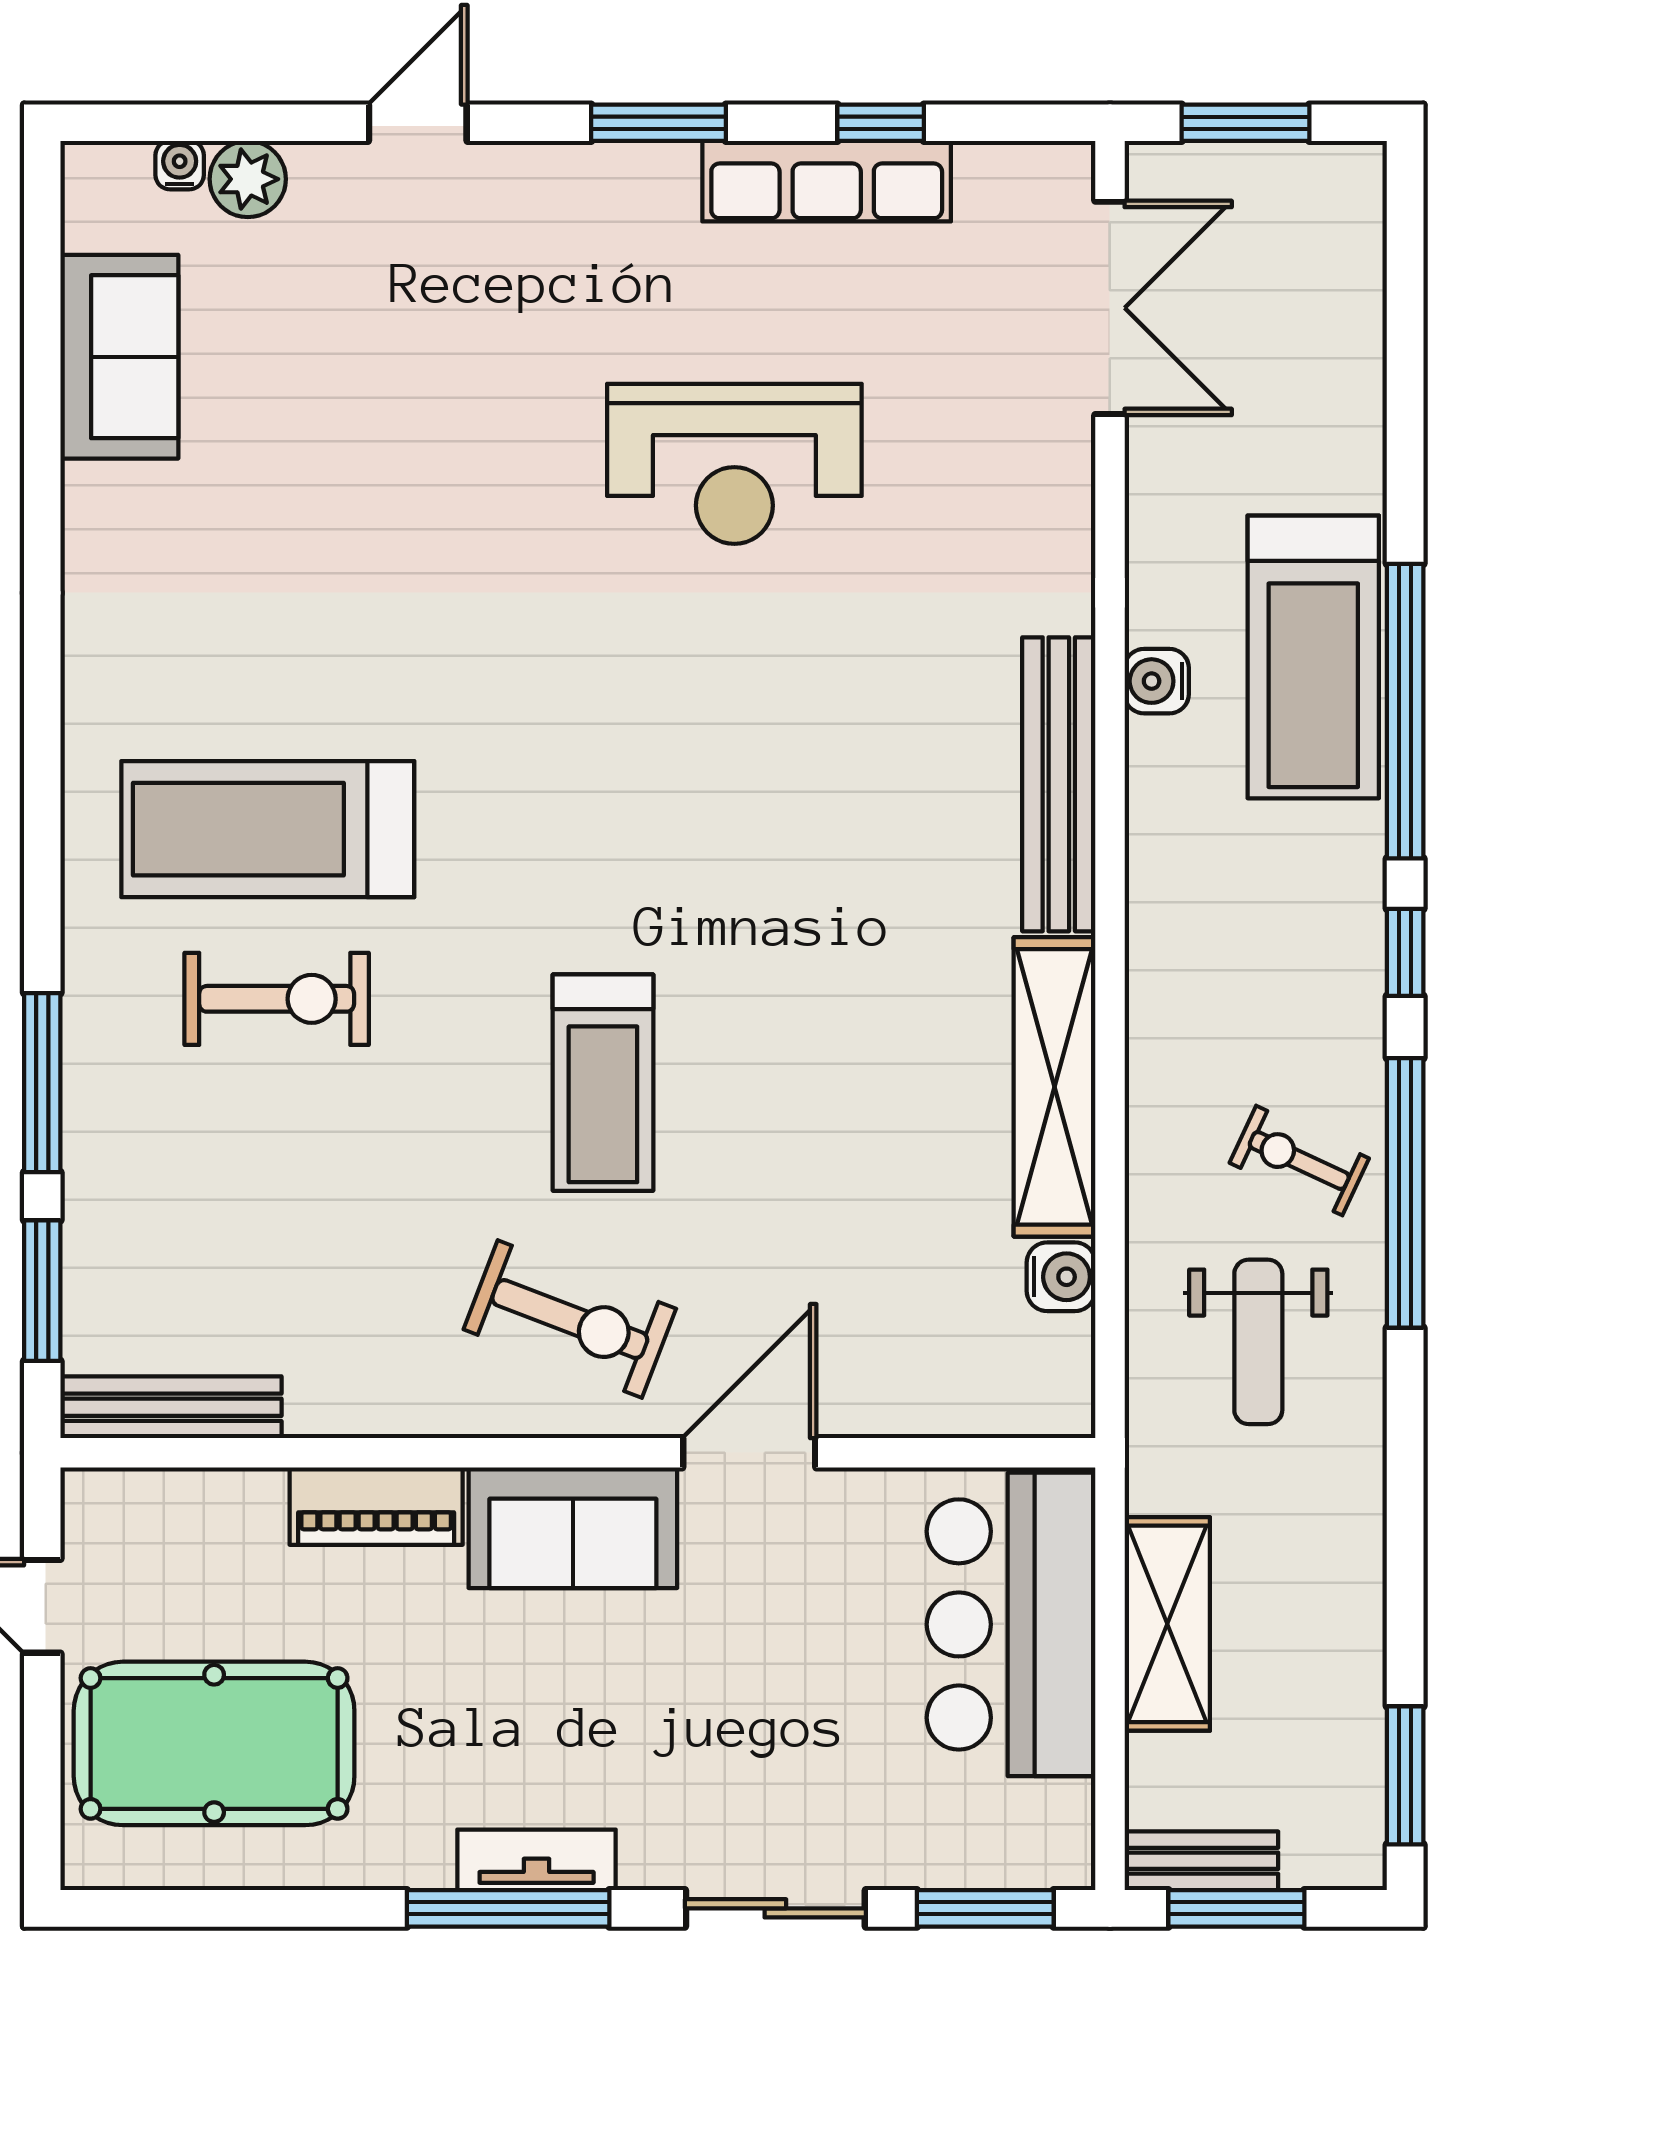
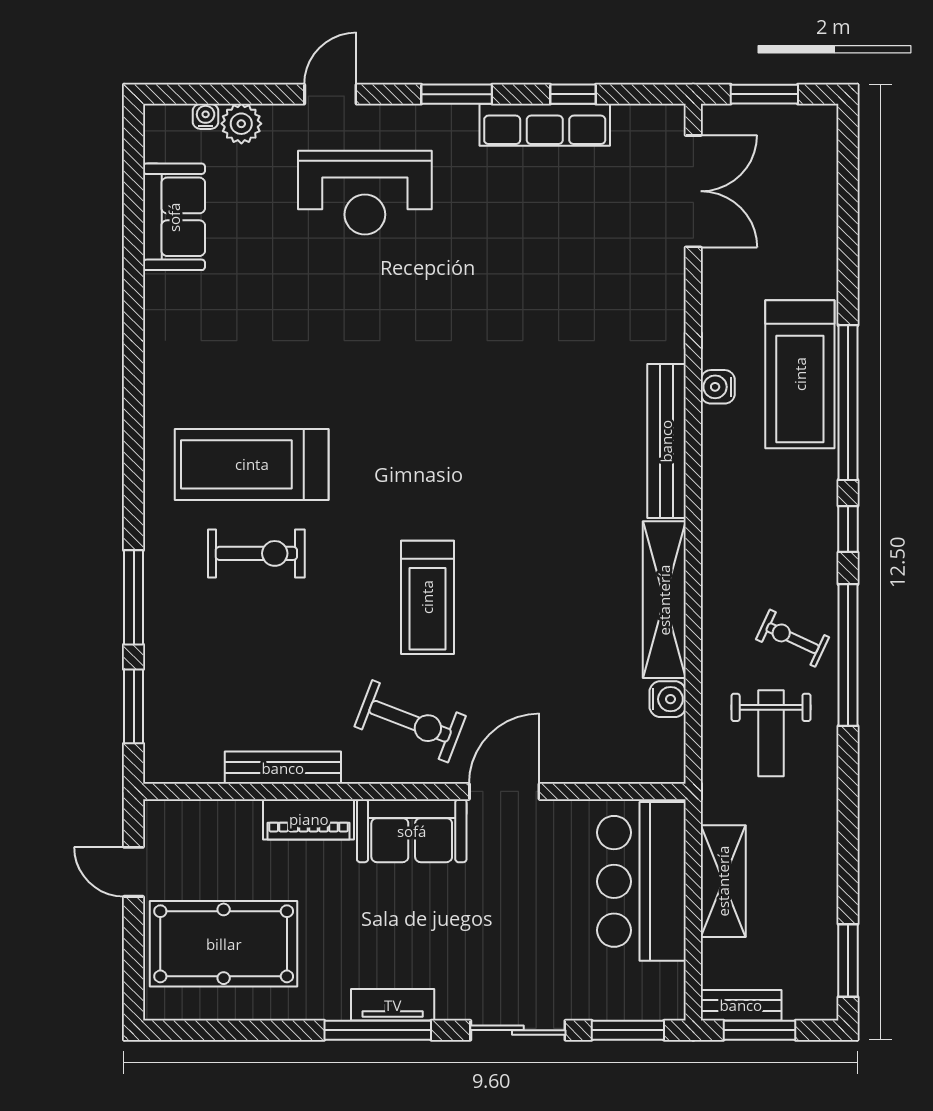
reception desk: (734, 464) -> (365, 193), moved
bench: (171, 1407) -> (283, 768), moved

